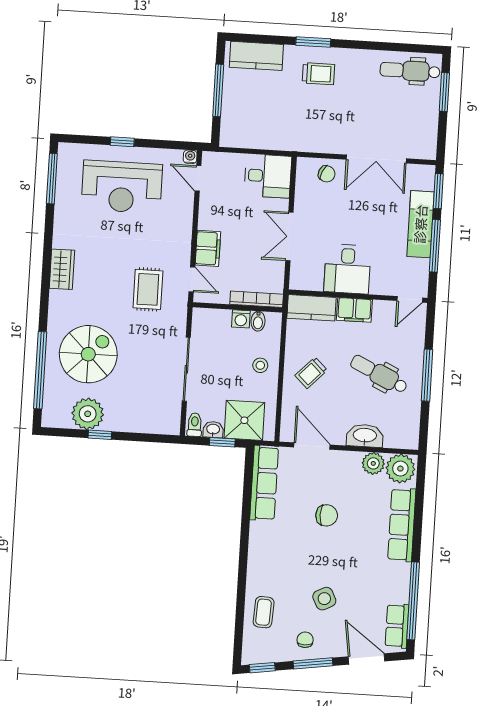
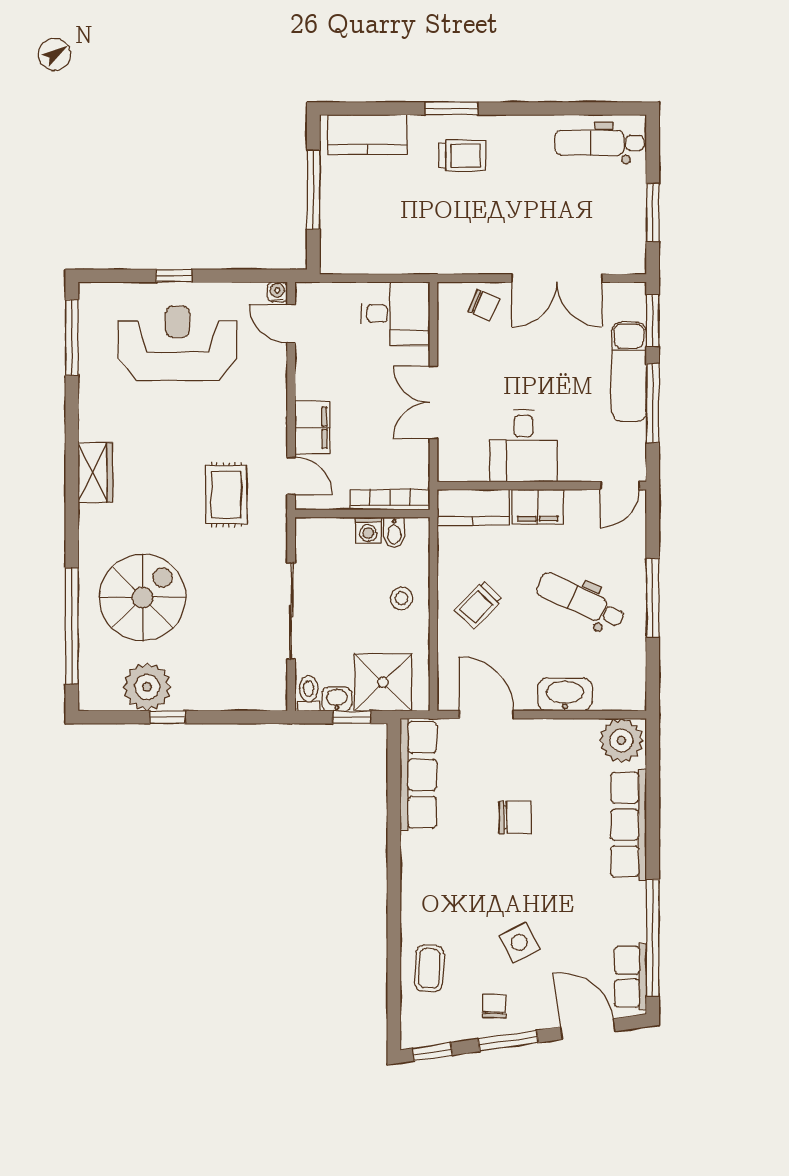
window: (444, 92) -> (653, 213), moved
reception desk: (122, 187) -> (178, 343), turned 180
plant: (373, 463) -> (580, 735), removed

